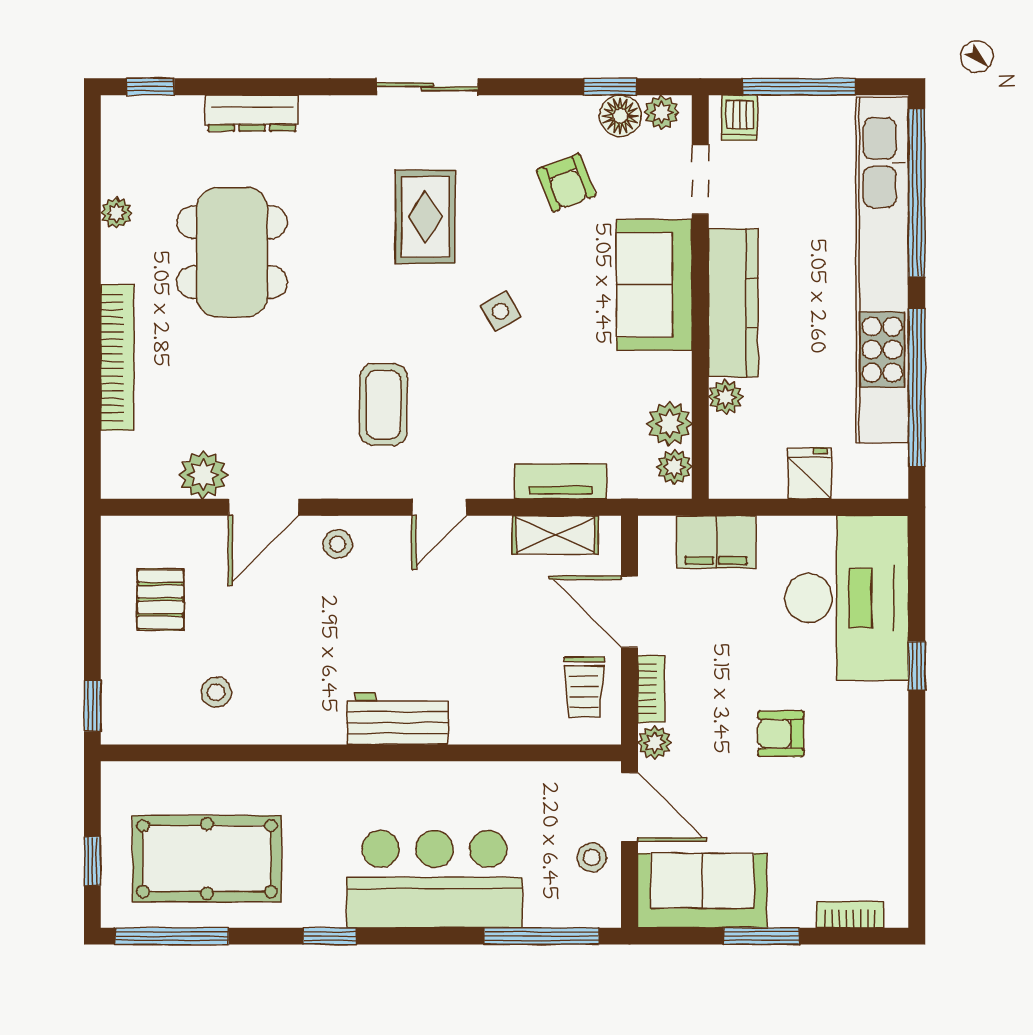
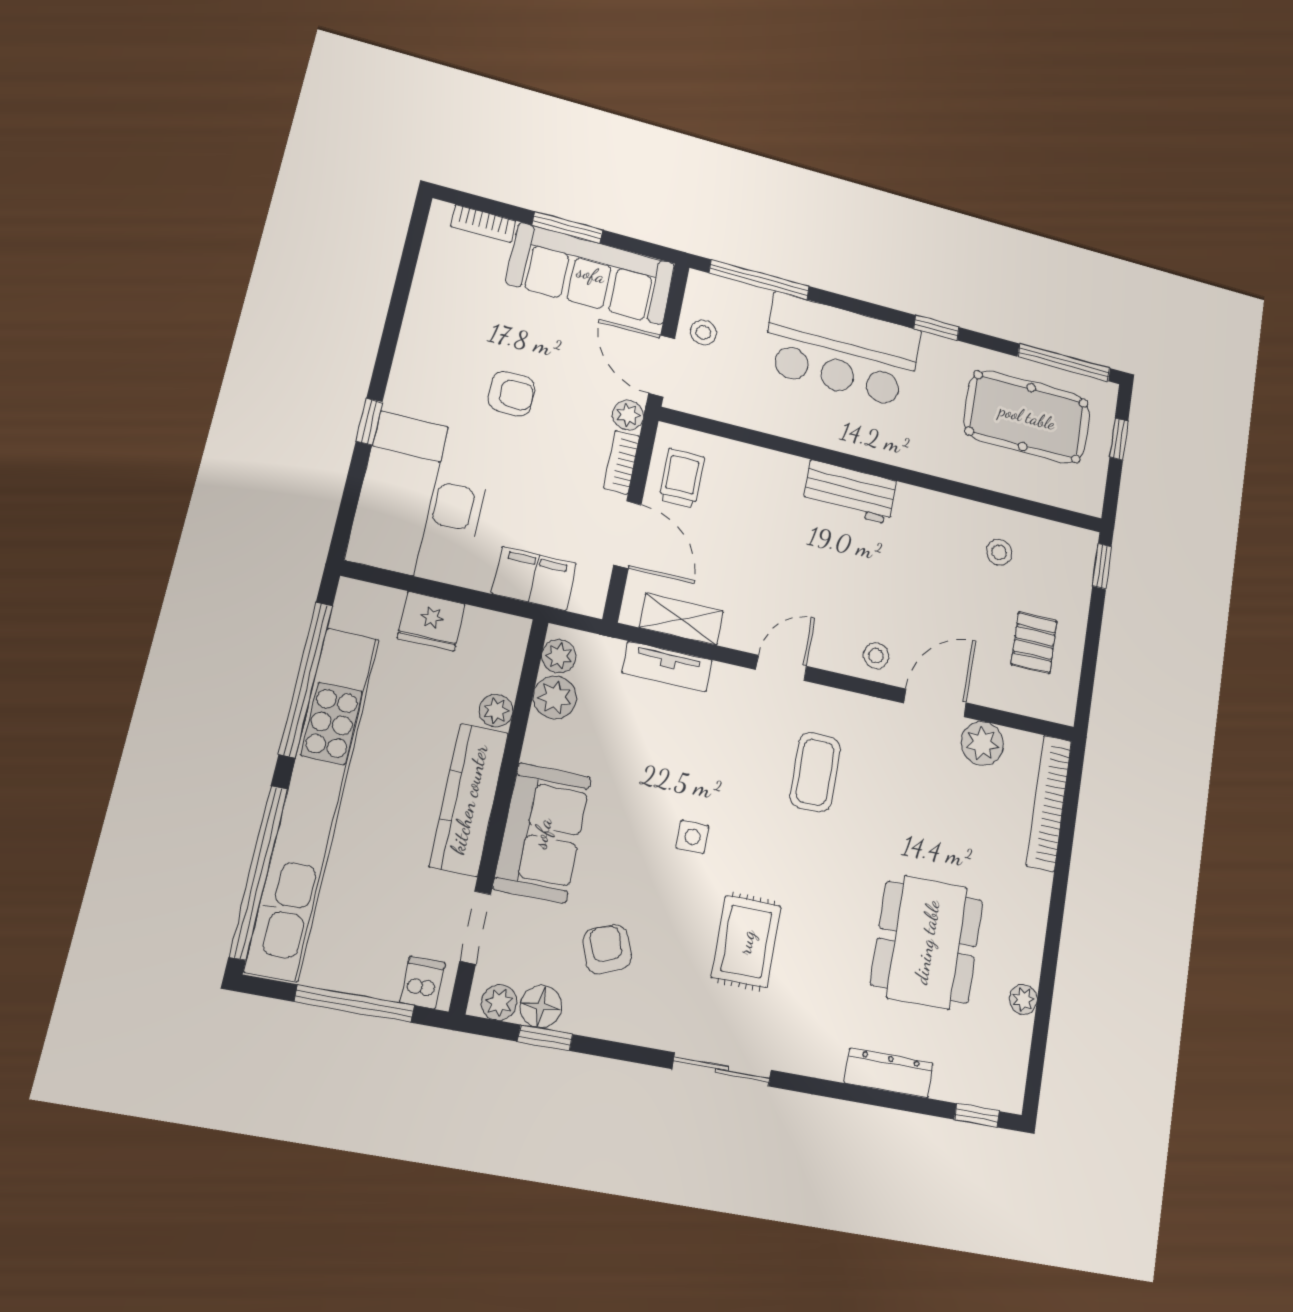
side table: (501, 311) -> (693, 837), turned 30
bookcase: (117, 357) -> (1049, 803), moved
fridge: (809, 473) -> (431, 621), width x1.38
sofa: (702, 890) -> (591, 274), width x1.36

